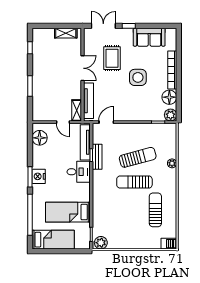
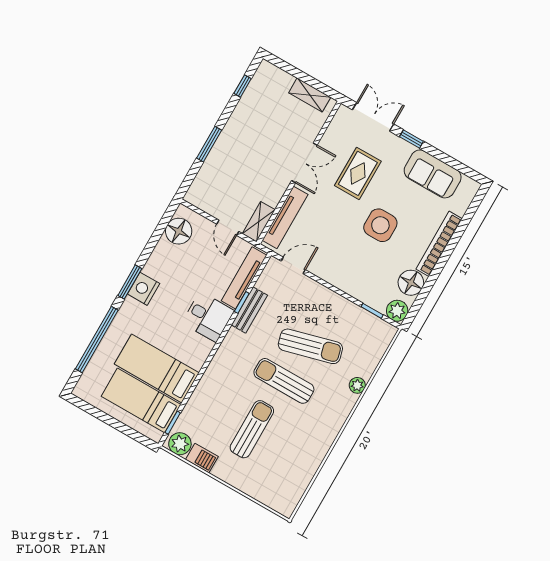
sun lounger: (155, 210) -> (252, 429), moved
bed: (53, 240) -> (141, 400), moved, turned 180
barbecue: (169, 244) -> (202, 458), moved

